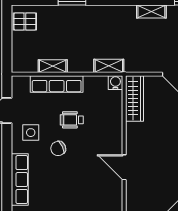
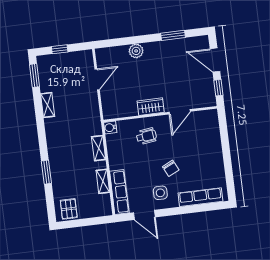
shelving: (109, 66) -> (99, 148), moved
row of seats: (57, 84) -> (119, 192), moved
wardrobe: (134, 98) -> (151, 107), moved, width x0.67
wheelchair: (72, 120) -> (146, 136), moved, turned -97

